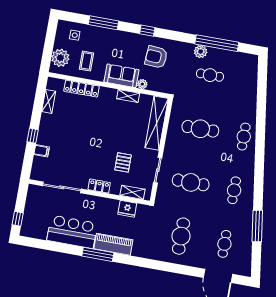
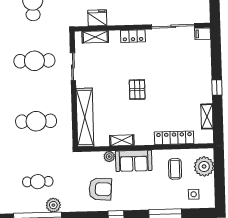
window: (33, 136) -> (217, 88), moved
filing cabinet: (42, 151) -> (203, 34), moved
pallet: (123, 162) -> (137, 90), moved

